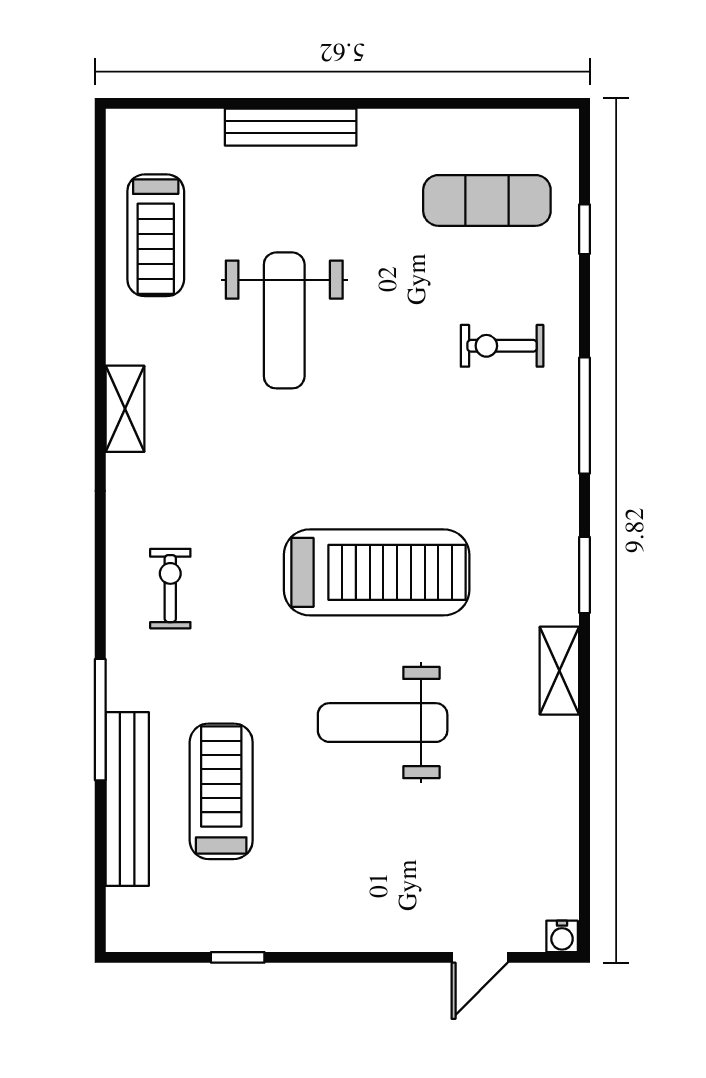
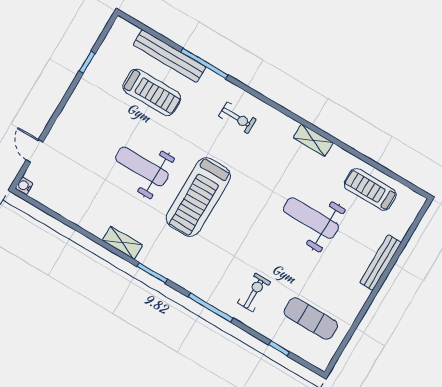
exercise mat: (487, 200) -> (311, 319), turned 90
weight bench: (383, 723) -> (142, 166), turned -90

